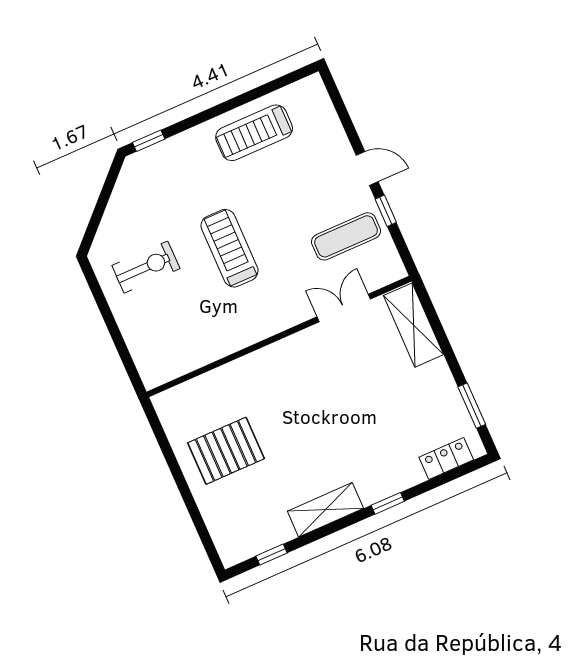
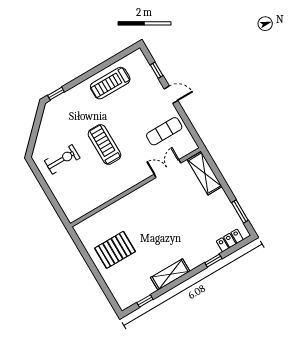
window: (386, 211) -> (157, 70), moved
window: (388, 503) -> (213, 261), moved

